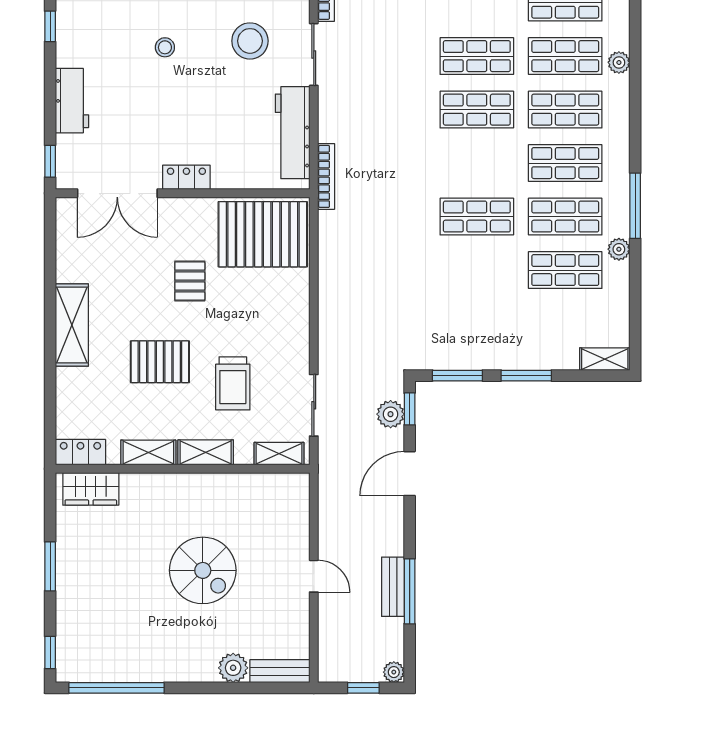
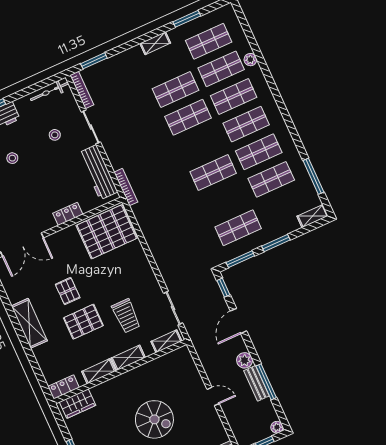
stool: (250, 41) -> (55, 135), width x0.53, depth x0.53
locker: (186, 177) -> (68, 214), moved
window: (635, 206) -> (313, 176), moved
plant: (619, 249) -> (294, 156), removed
pallet: (190, 281) -> (68, 291), moved
shop shelf: (477, 324) -> (238, 228), added
plant: (391, 414) -> (245, 360), moved

